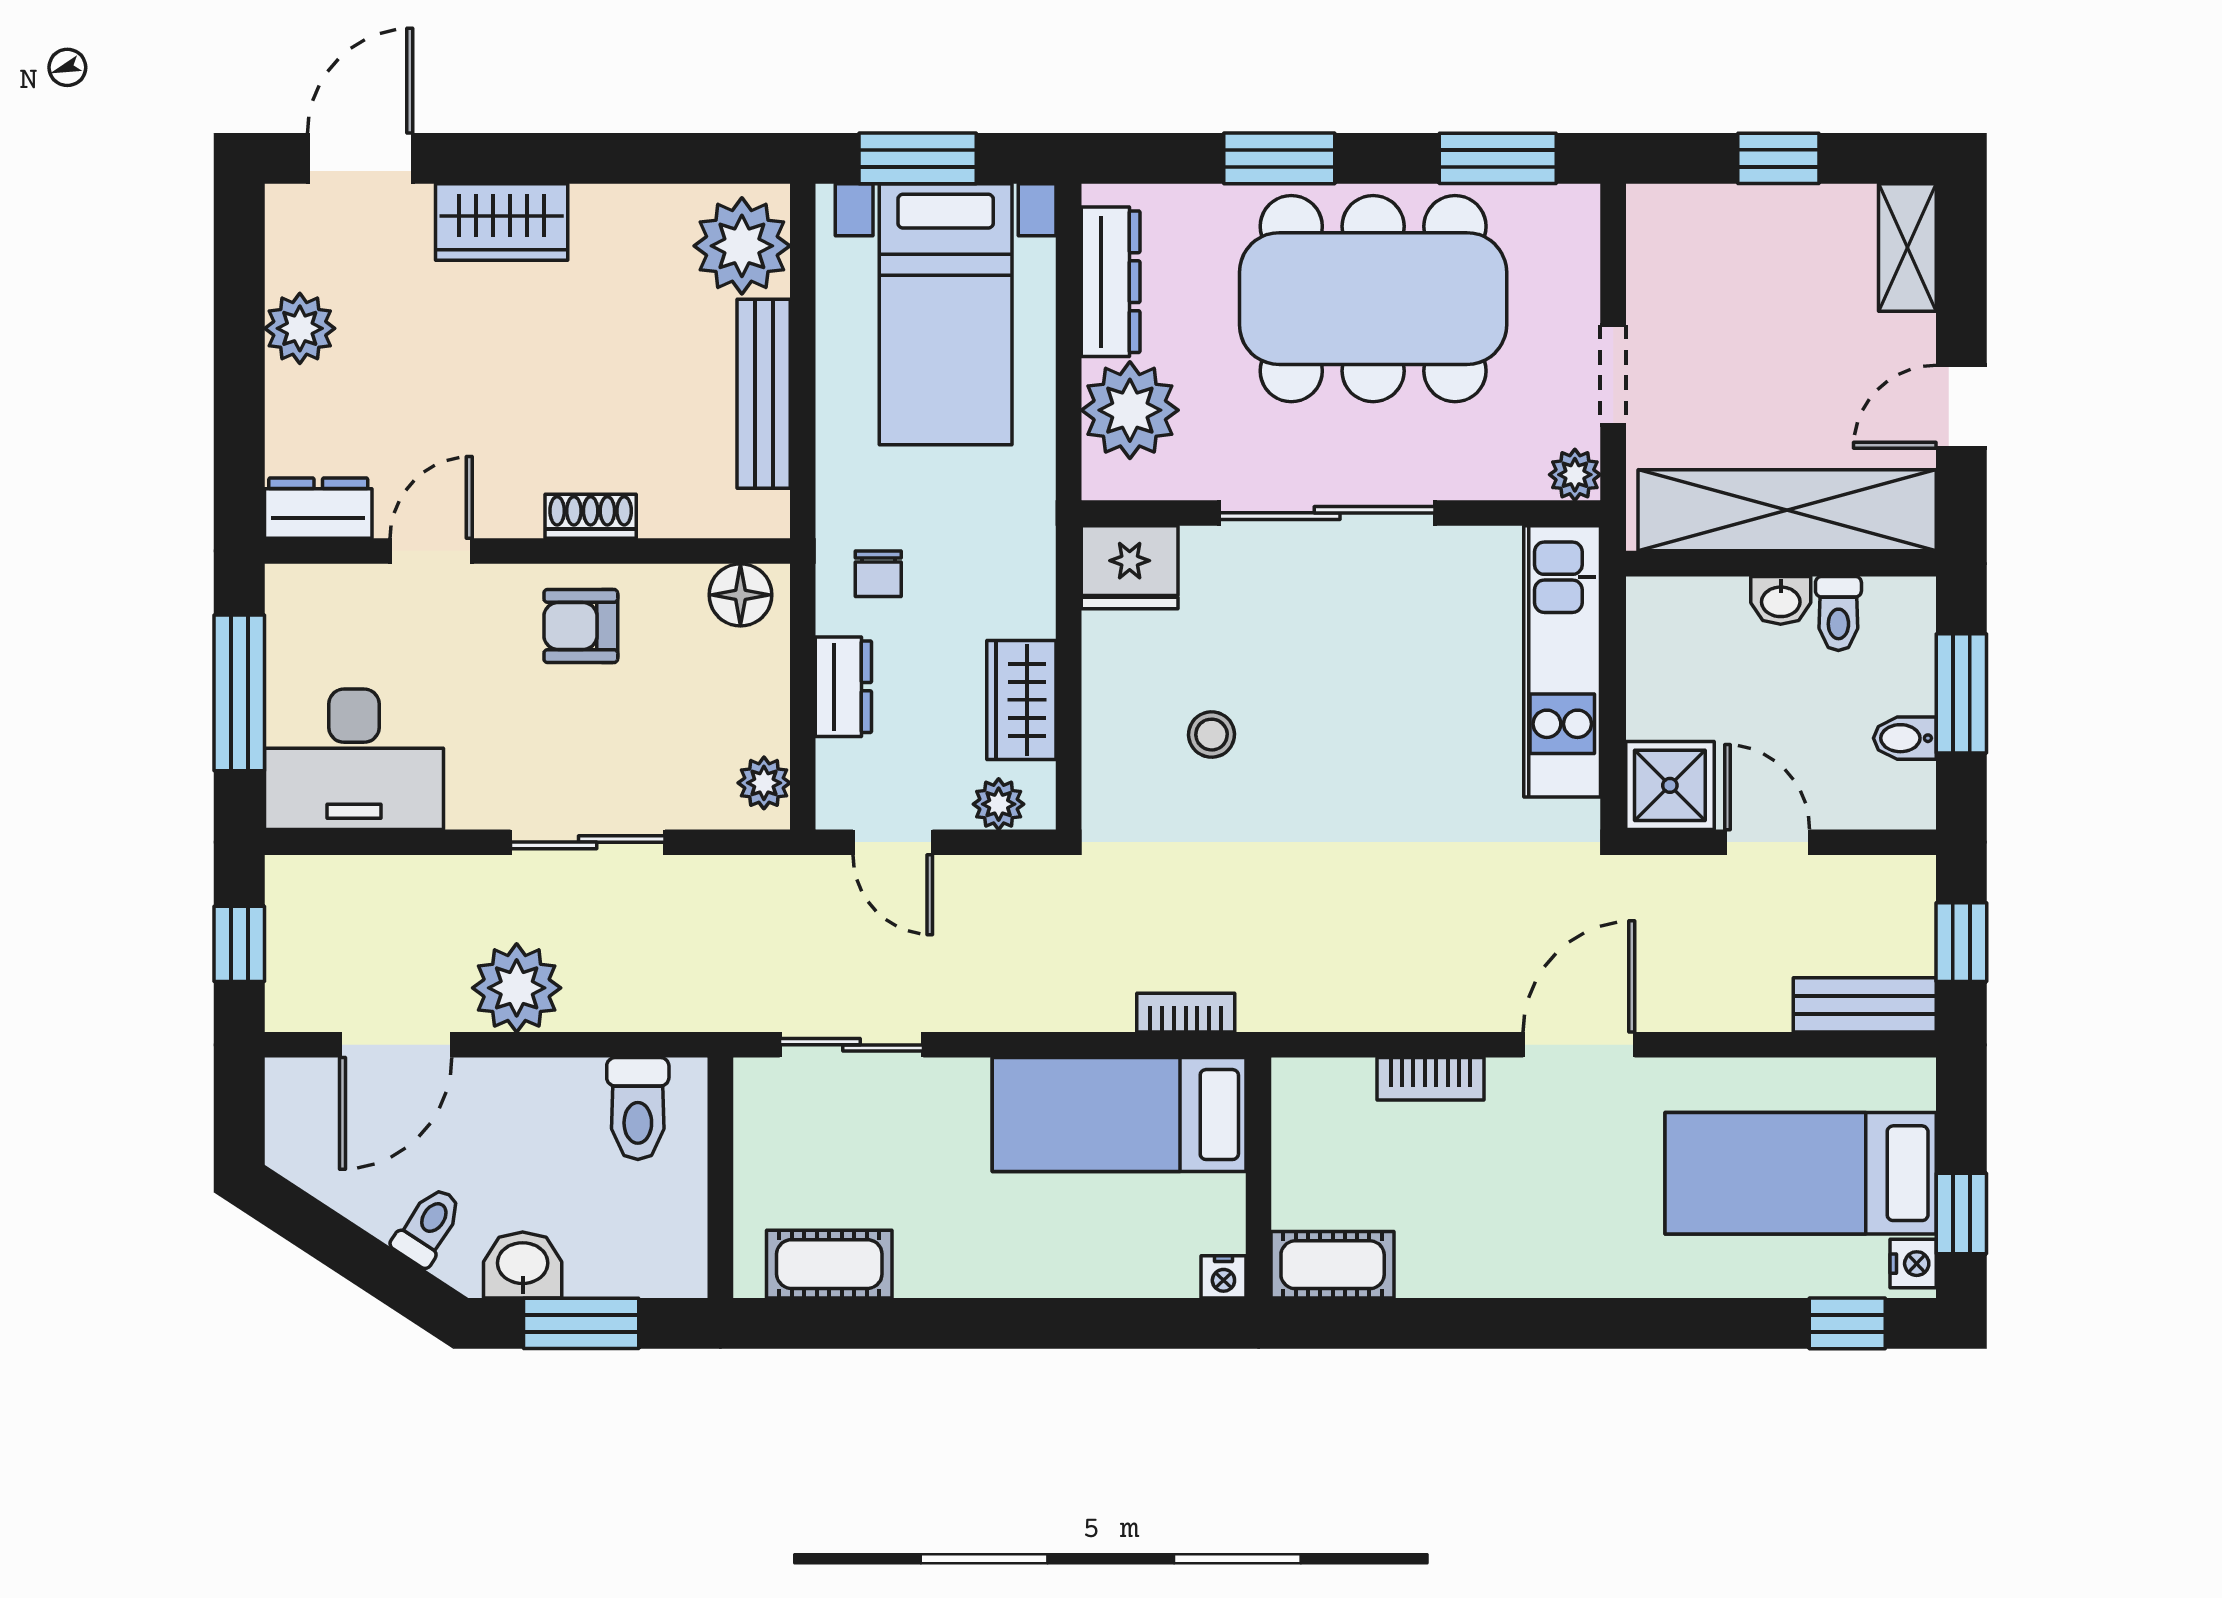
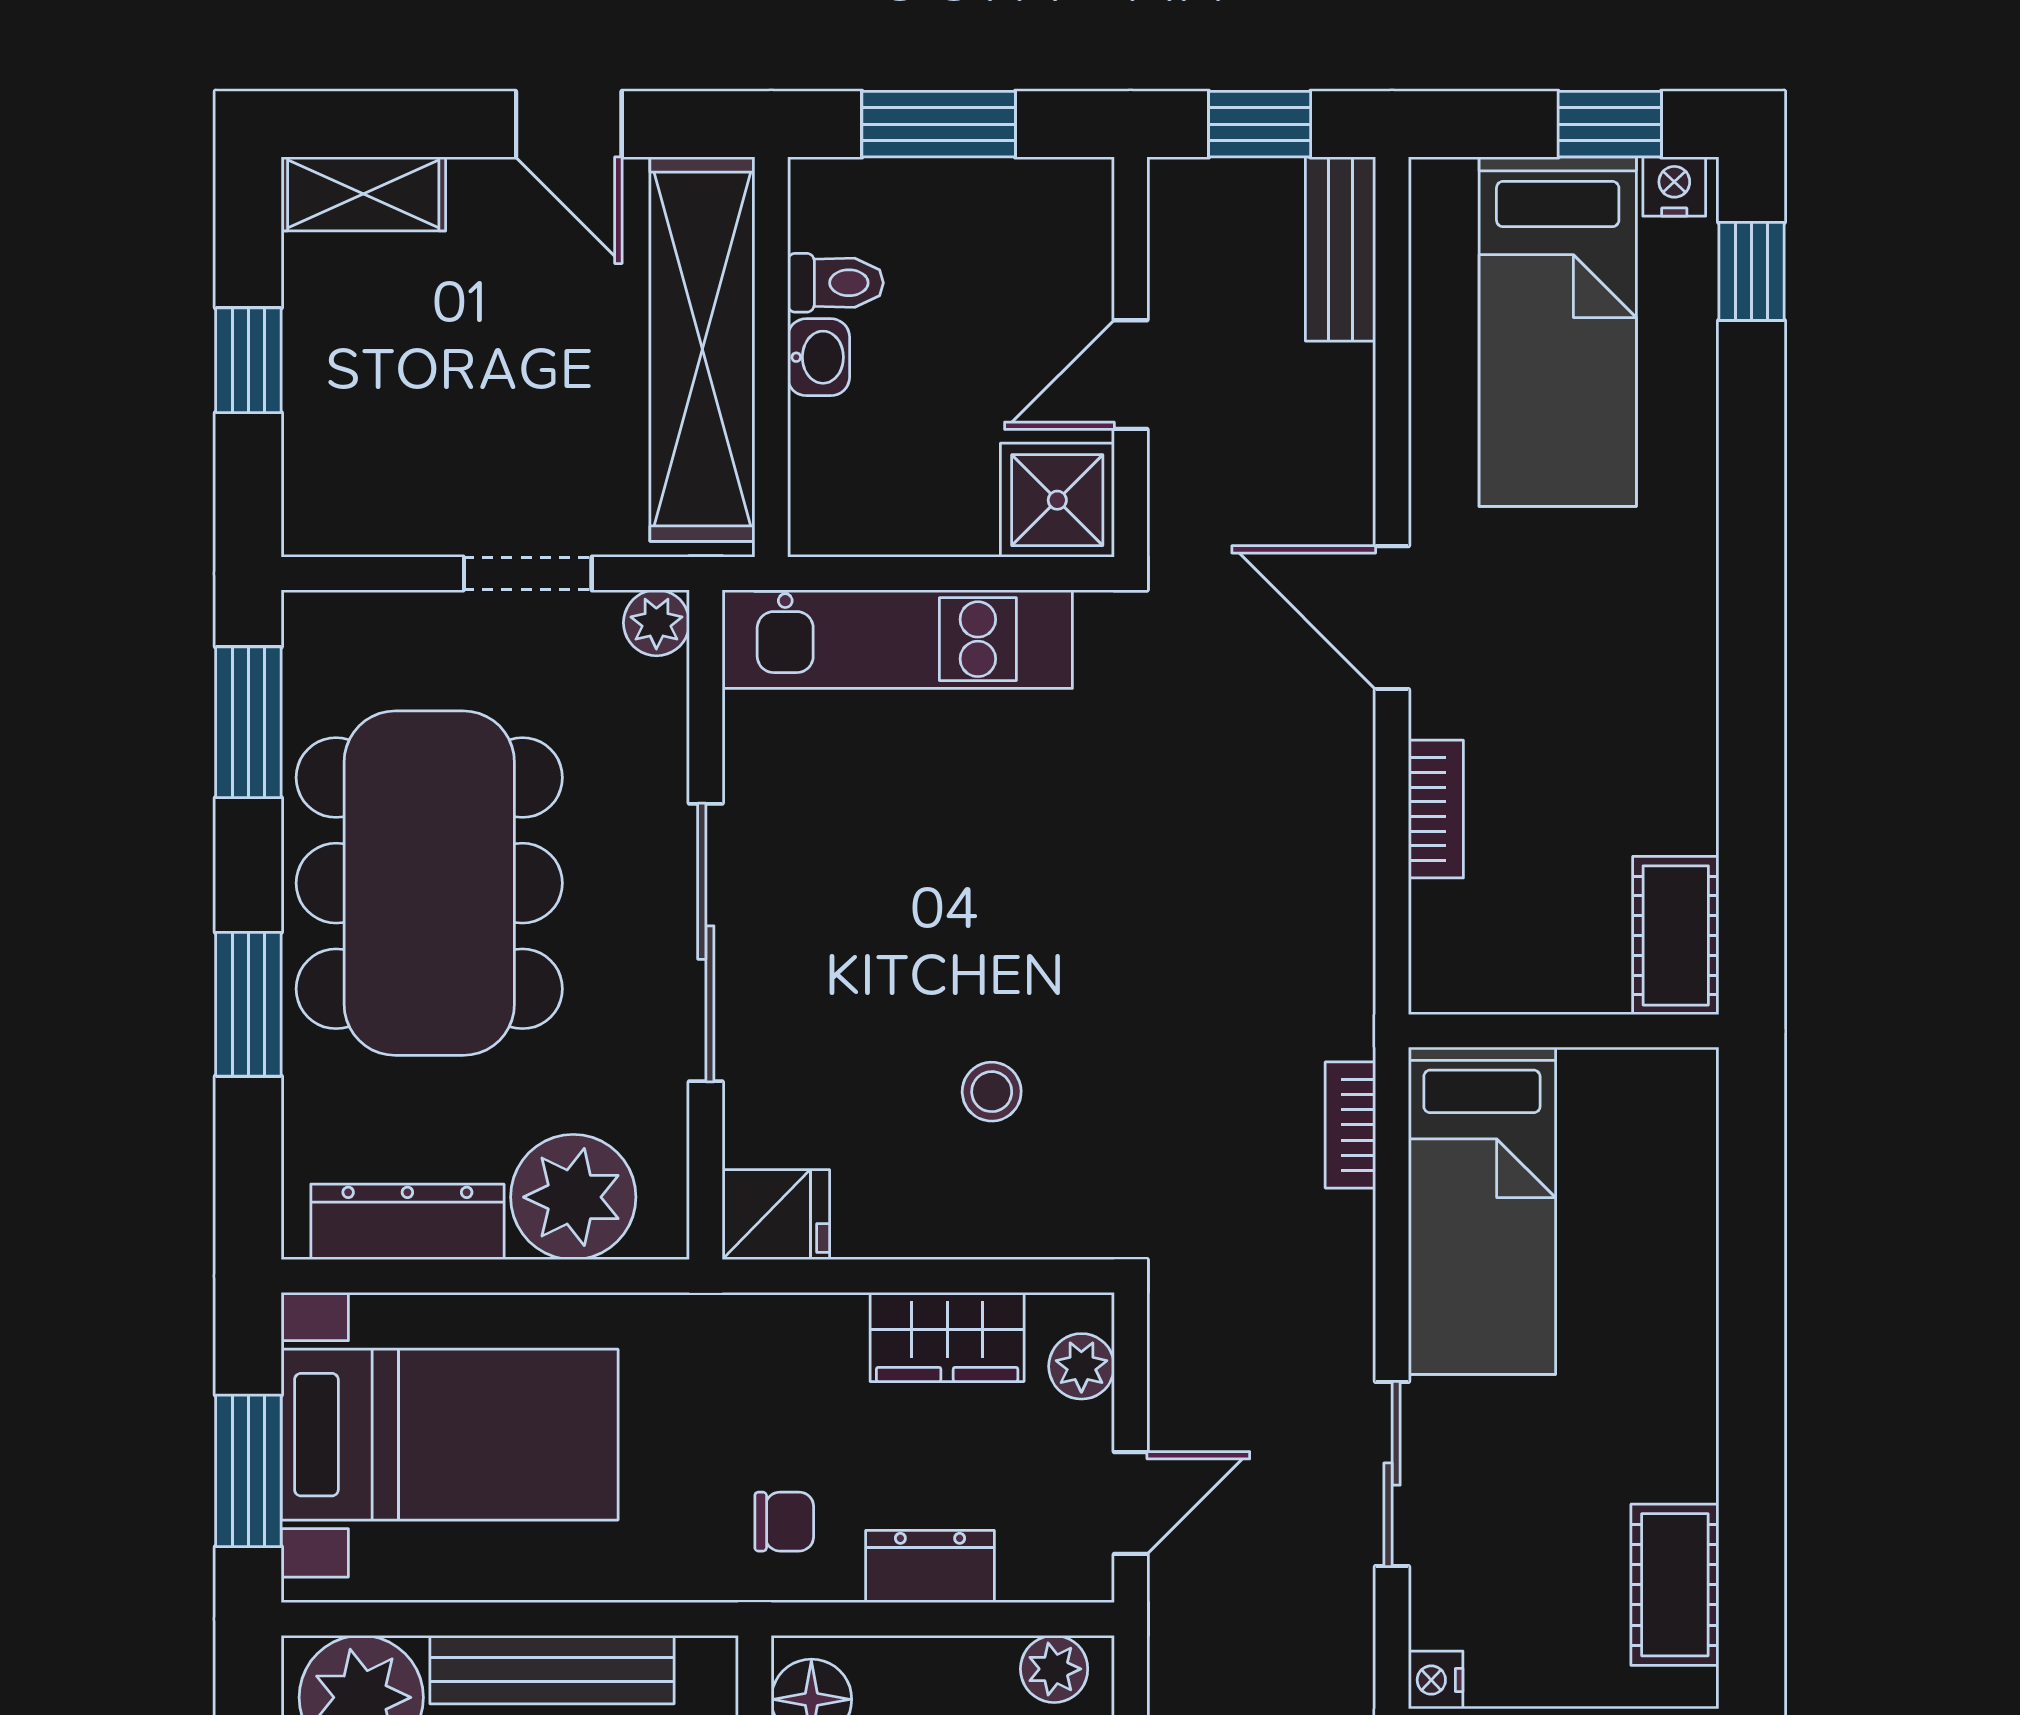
fridge: (1130, 567) -> (776, 1215), width x0.72
bidet: (1905, 738) -> (996, 197), removed
sliding door: (852, 1045) -> (1392, 1474), moved
nightstand: (1223, 1277) -> (1436, 1680), moved, turned 180

